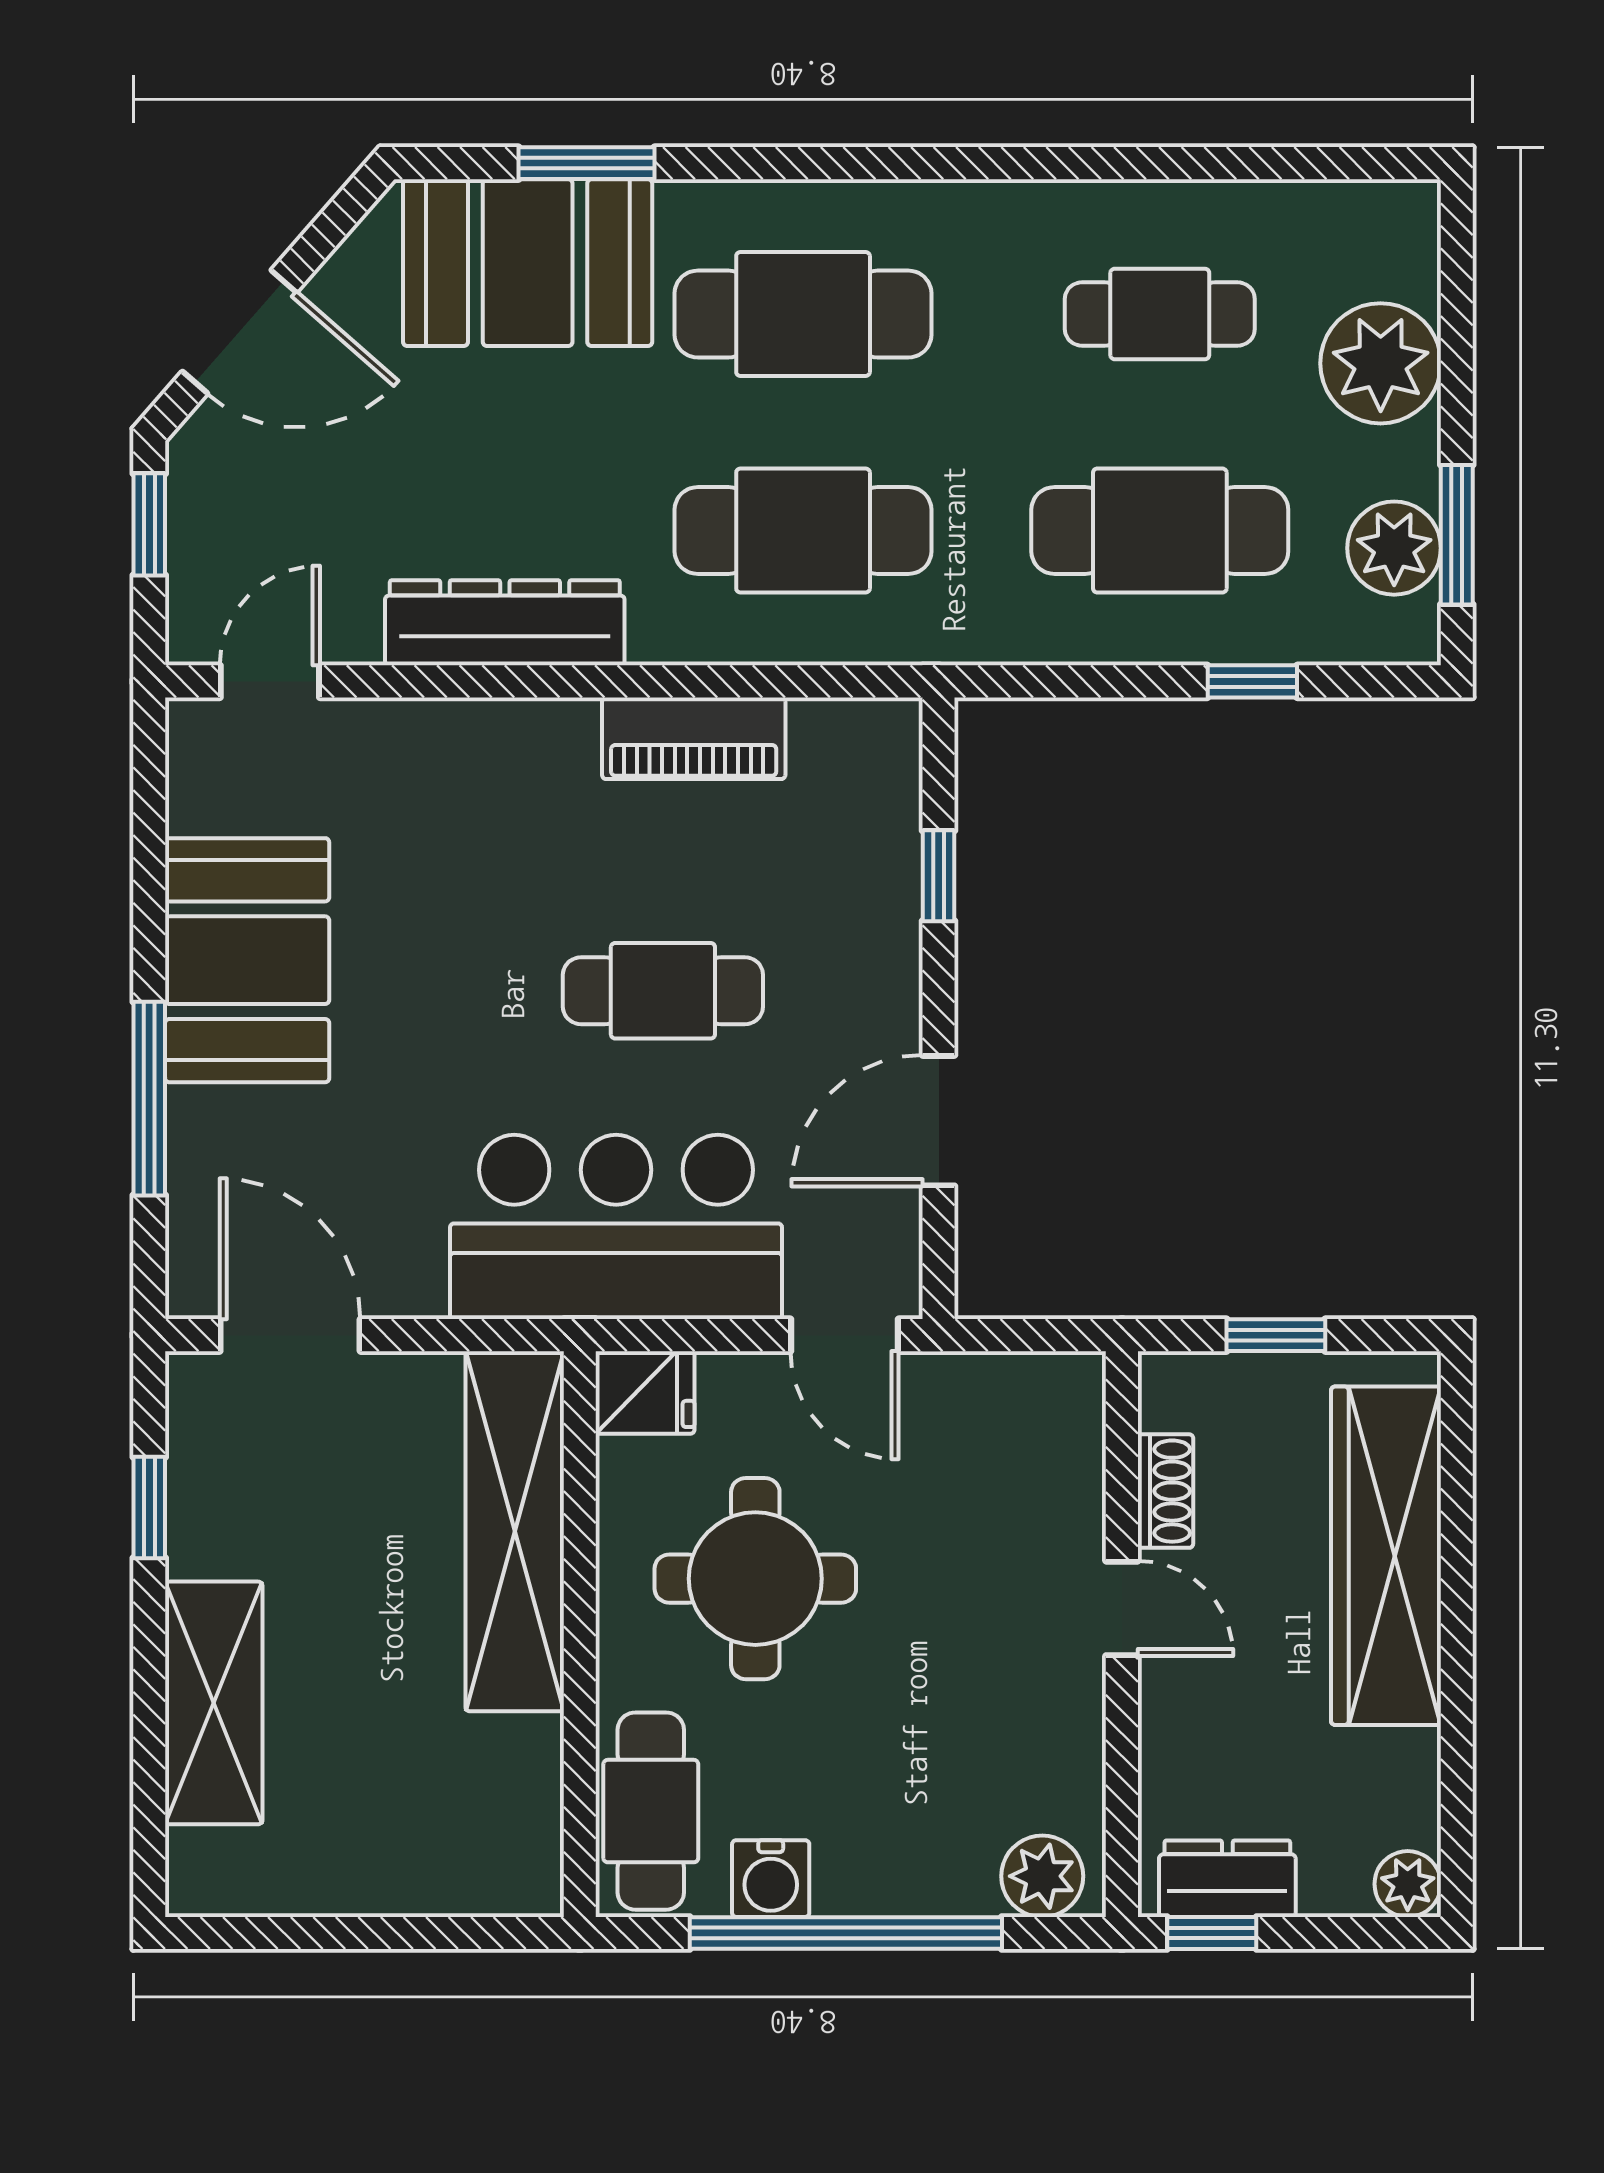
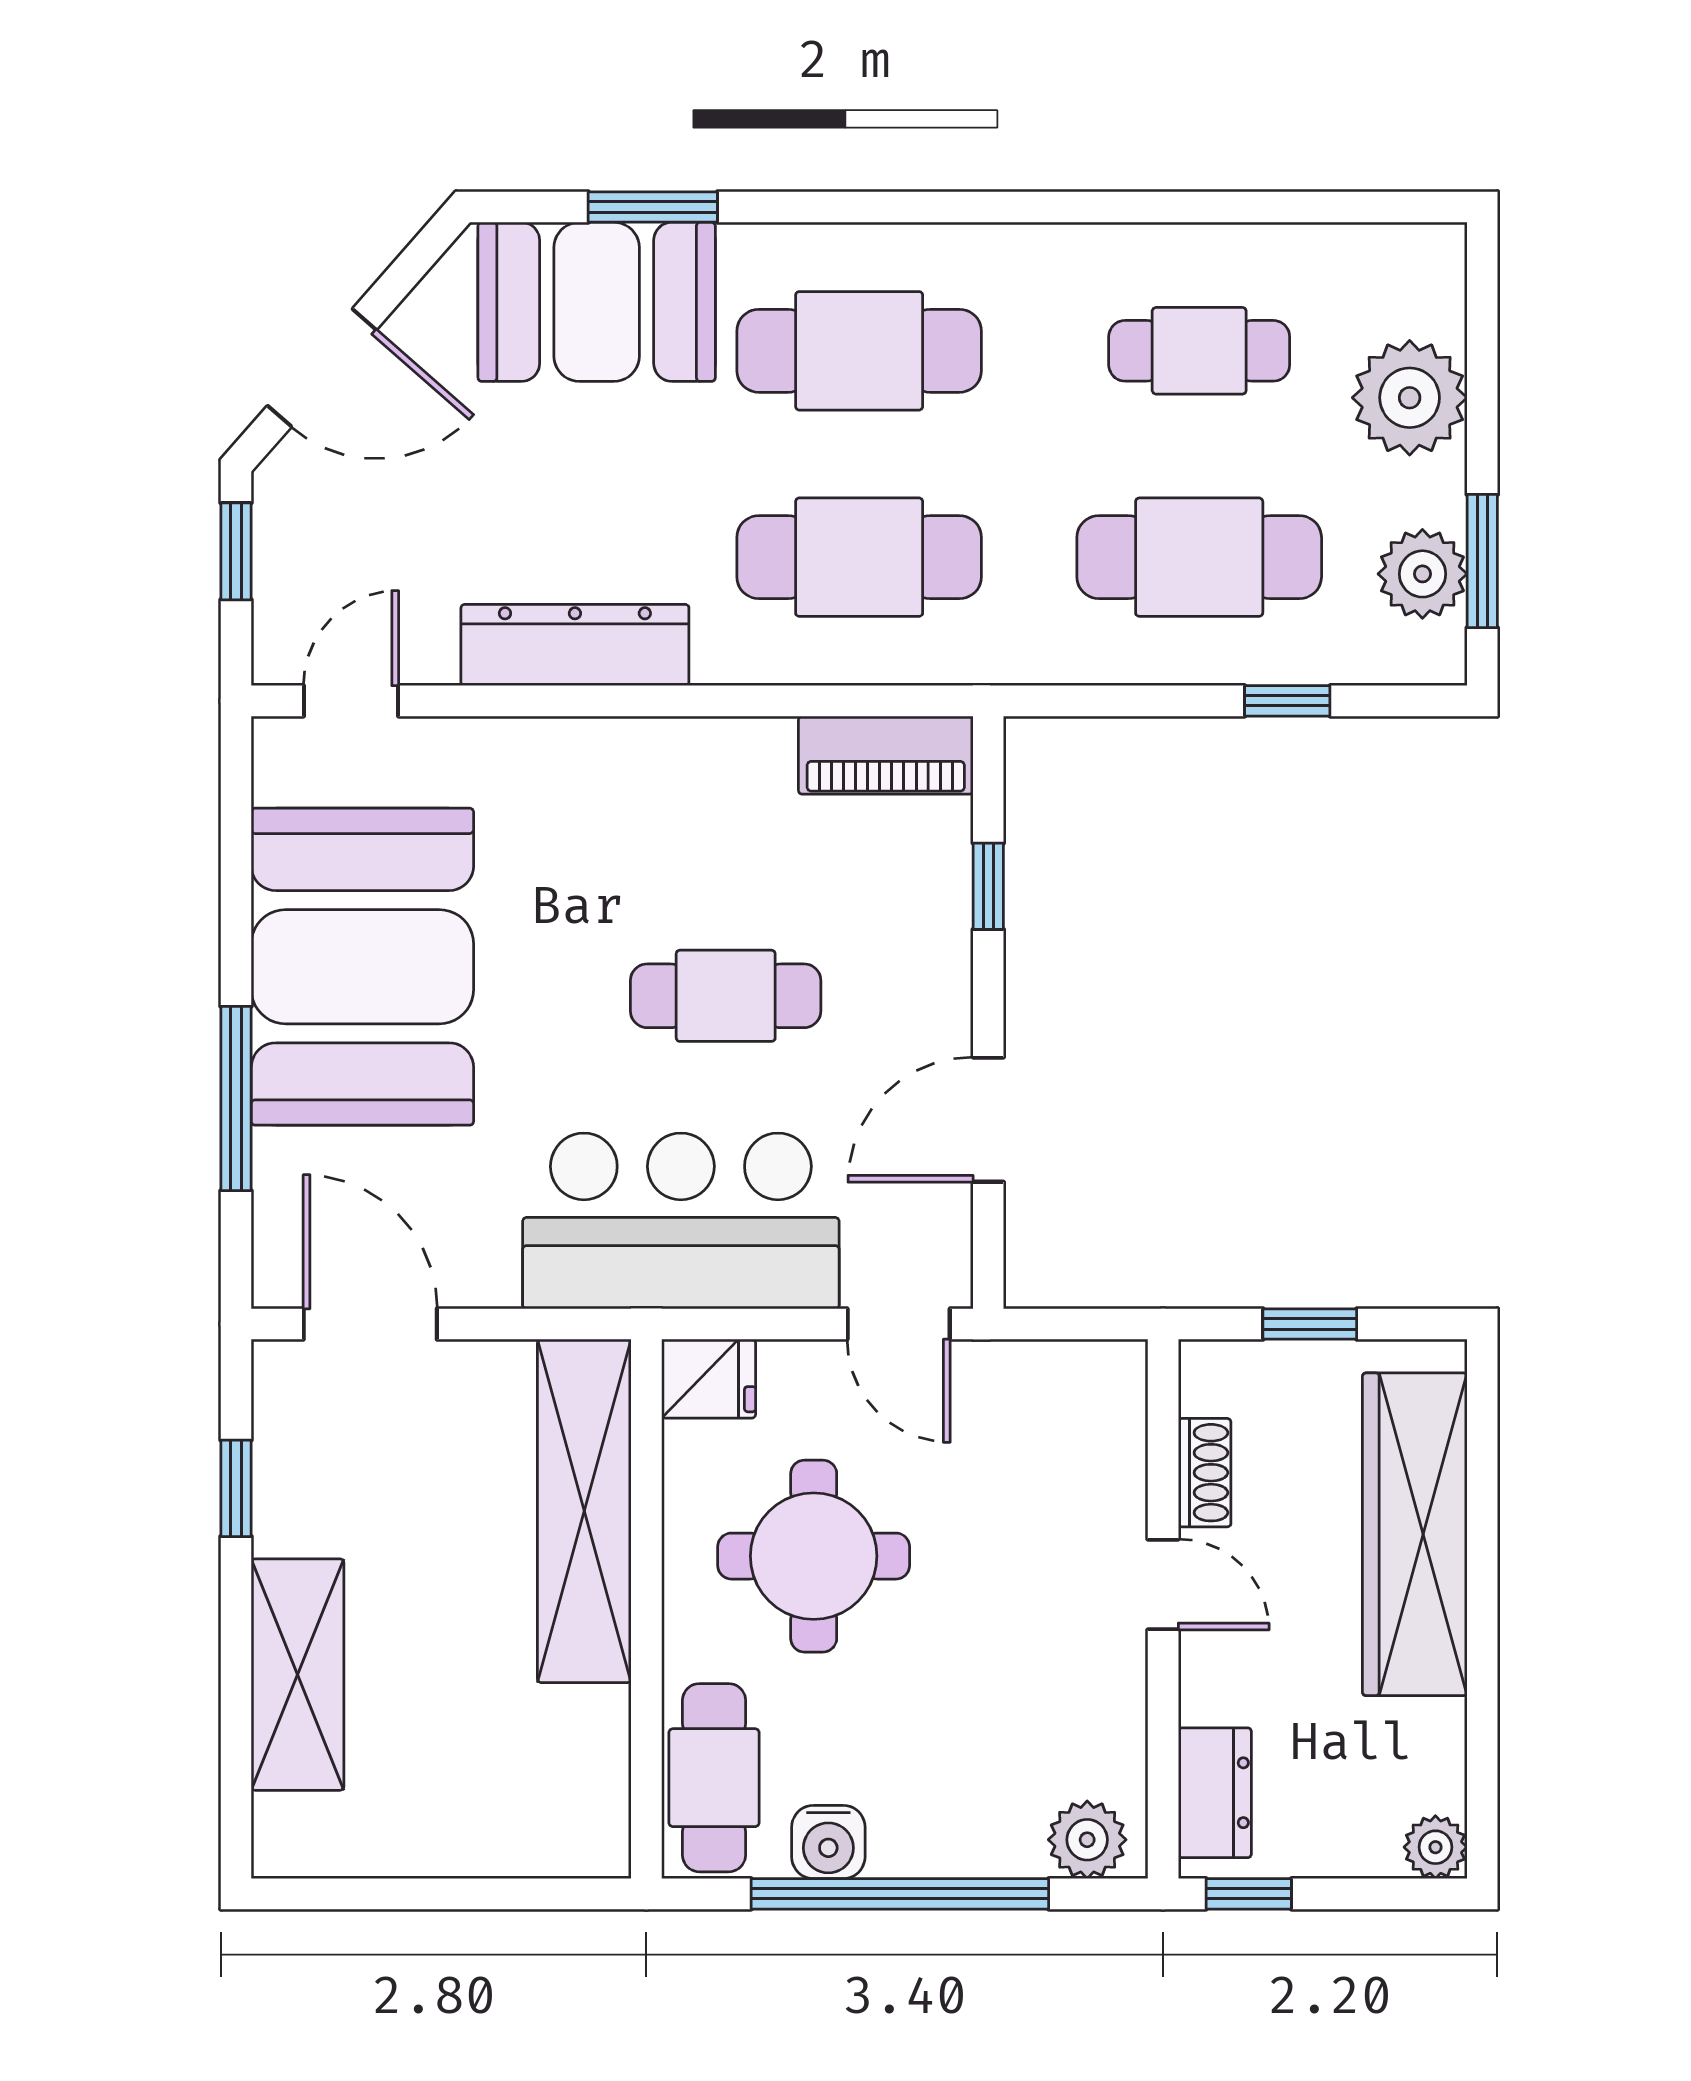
piano: (694, 738) -> (886, 755), moved
booth: (247, 960) -> (362, 967), width x1.36, depth x1.42
dresser: (1227, 1879) -> (1215, 1793), moved, turned 90

